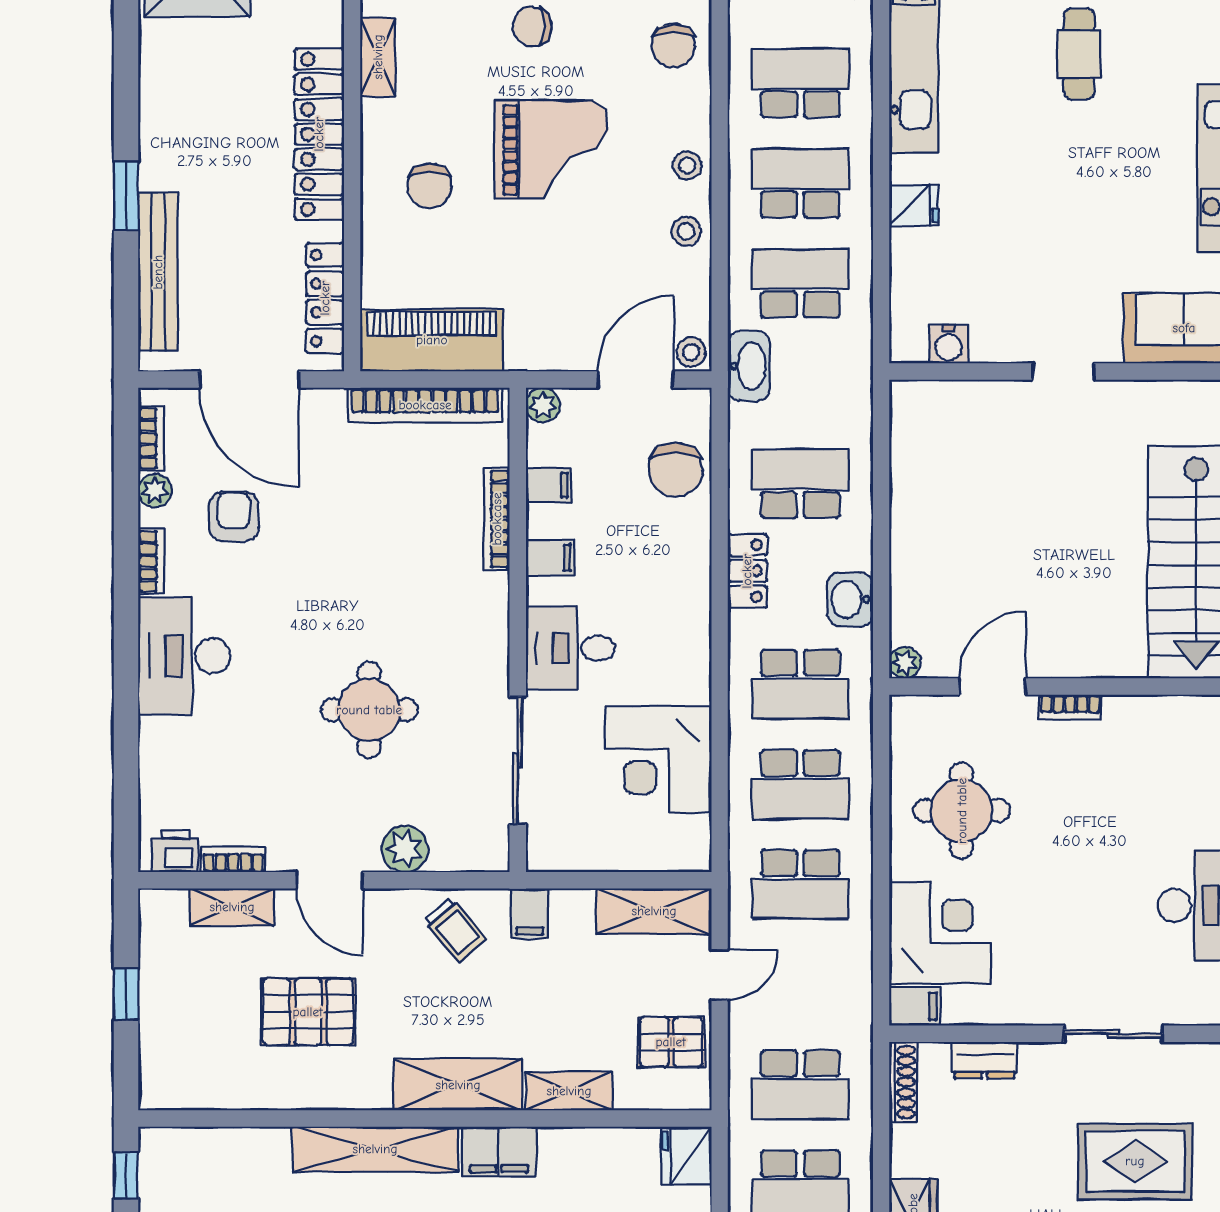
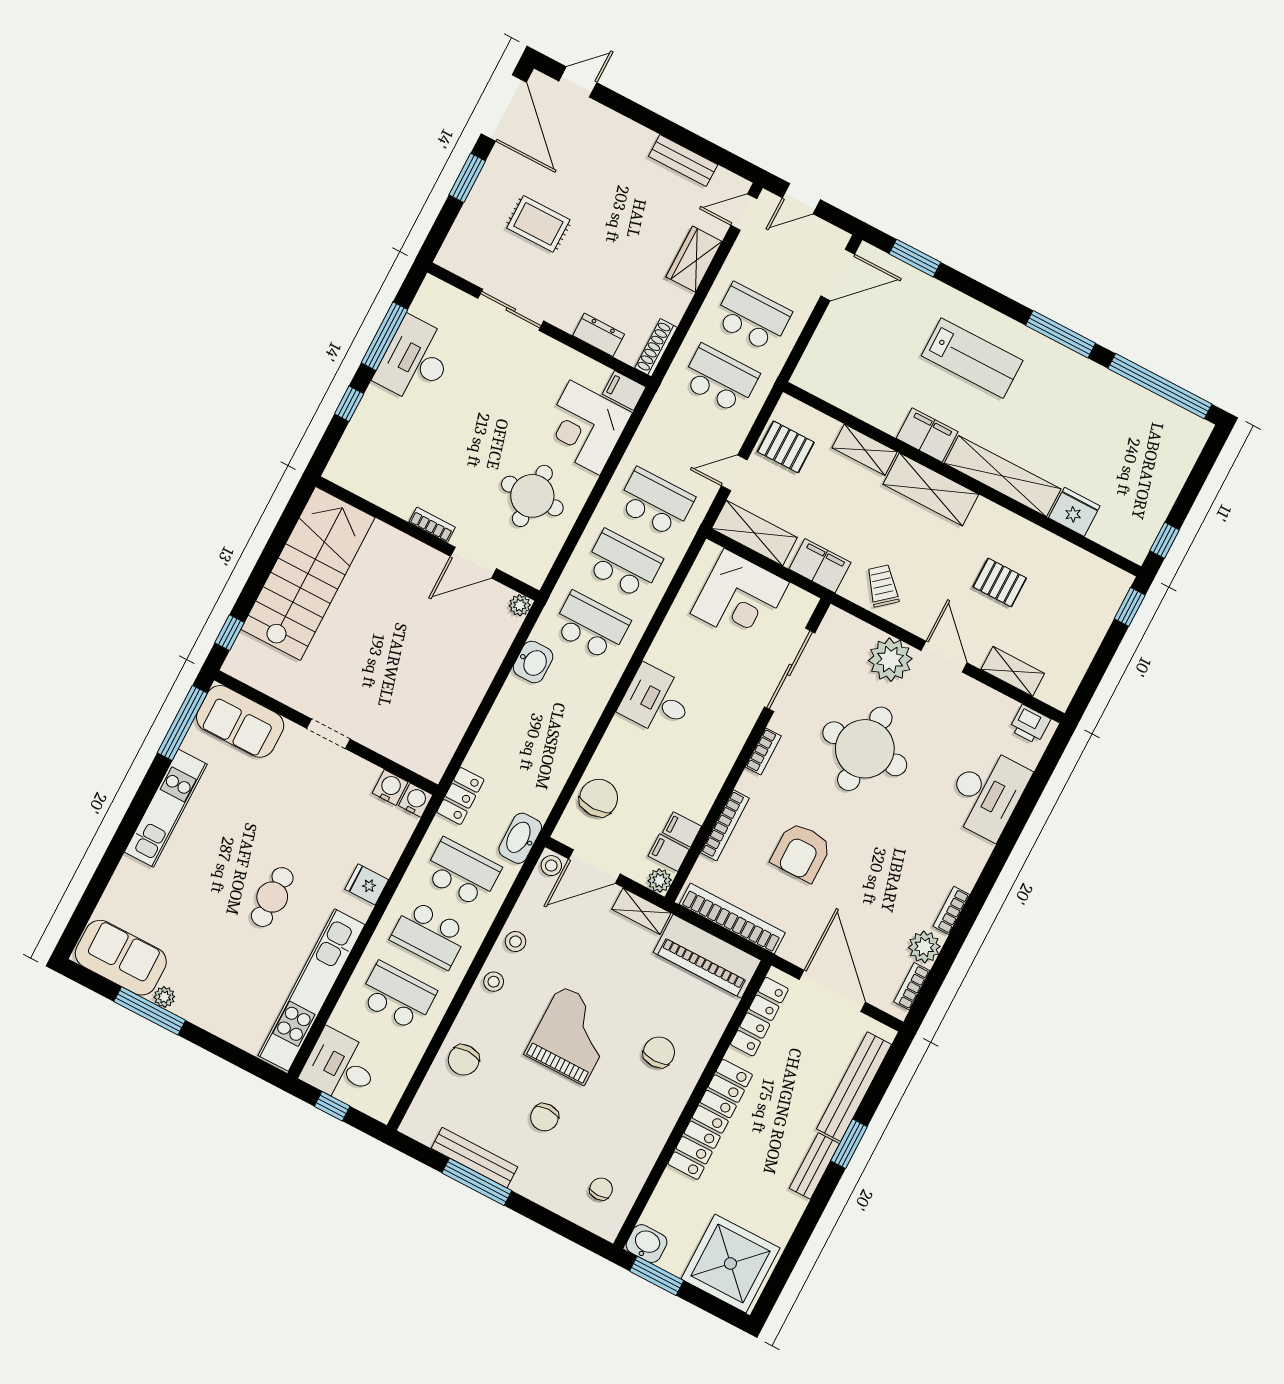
chair: (532, 27) -> (544, 1117), turned 90
chair: (673, 46) -> (464, 1060), turned 180
cafe table: (1079, 54) -> (272, 897), moved
shelving: (378, 57) -> (641, 911), moved, turned 90
school desk: (800, 83) -> (397, 996), turned 180
bench: (155, 144) -> (814, 1166), added
grand piano: (551, 150) -> (572, 1035), turned 90
school desk: (800, 283) -> (462, 873), turned 180
water cooler: (908, 345) -> (416, 800), added
school desk: (800, 484) -> (526, 749), removed
plant: (155, 490) -> (924, 947), width x1.38, depth x1.38
armchair: (234, 516) -> (801, 852), moved, width x1.38, depth x1.38
filing cabinet: (550, 558) -> (669, 853), moved
locker: (747, 571) -> (460, 796), moved, turned 180
desk: (570, 648) -> (657, 701), moved, turned 180
desk: (184, 656) -> (987, 793), moved
round table: (369, 710) -> (865, 749), width x1.36, depth x1.36
corner desk: (658, 759) -> (740, 598), moved, turned 90
plant: (405, 849) -> (890, 660), width x1.36, depth x1.36
bookcase: (233, 859) -> (763, 751), moved, turned -90
filing cabinet: (530, 913) -> (820, 566), width x2.00
window: (126, 994) -> (1130, 607), moved
pallet: (308, 1012) -> (1000, 582), width x0.67, depth x0.71
fridge: (687, 1156) -> (1074, 512), moved, turned -90
rug: (1135, 1161) -> (538, 224), width x0.73, depth x0.70

